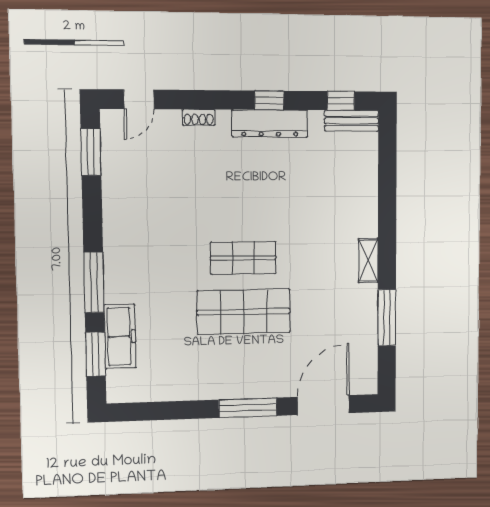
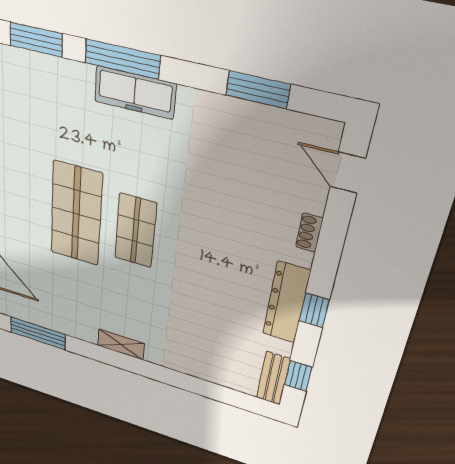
window: (91, 152) -> (258, 90), moved
window: (387, 318) -> (38, 333), moved
freezer: (120, 336) -> (135, 93), moved

